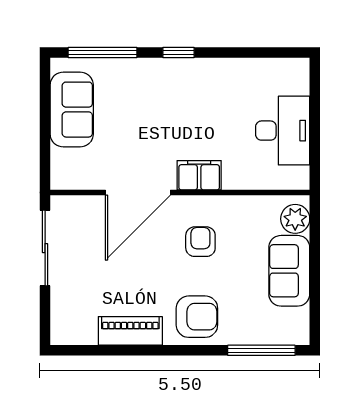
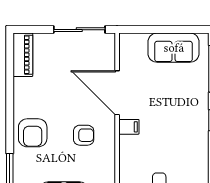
filing cabinet: (199, 175) -> (129, 127), width x0.50
piano: (130, 331) -> (23, 55), moved

